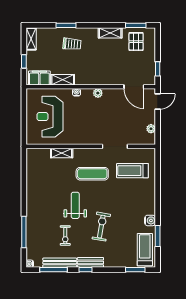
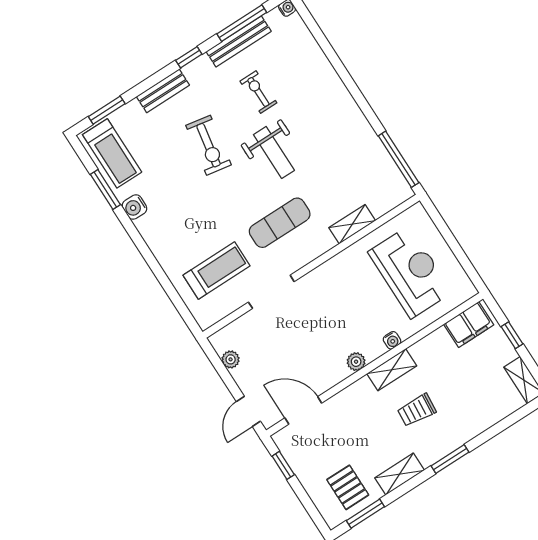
window: (66, 25) -> (450, 459), moved
trolley: (72, 44) -> (417, 410), moved
shelving: (63, 80) -> (392, 370), moved
window: (24, 232) -> (399, 159), moved
bench: (90, 262) -> (163, 91), moved

